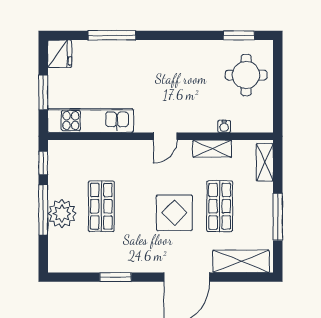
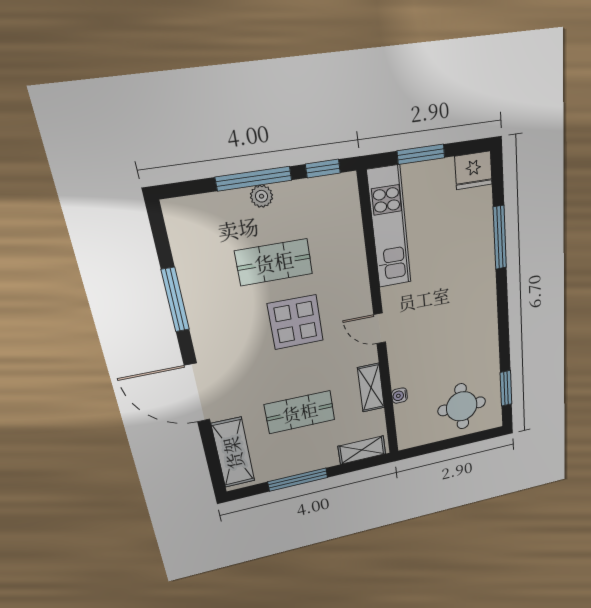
display table: (174, 213) -> (295, 322), moved
plant: (62, 214) -> (262, 196), width x0.53, depth x0.53
window: (115, 277) -> (175, 300), width x1.44

